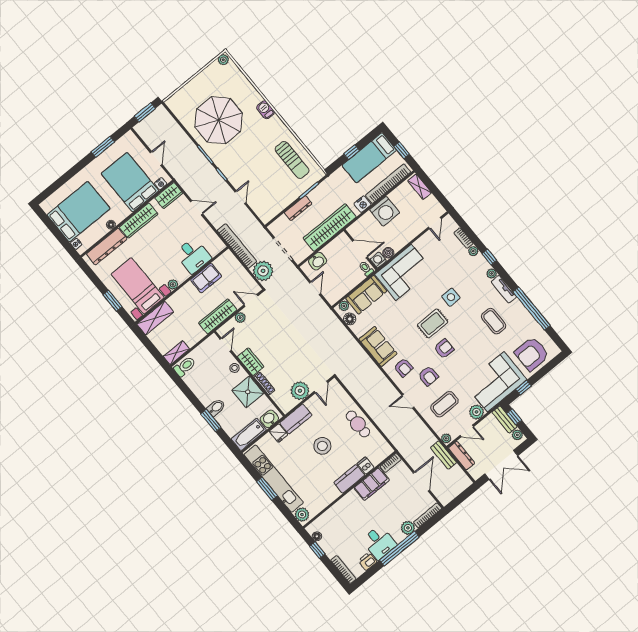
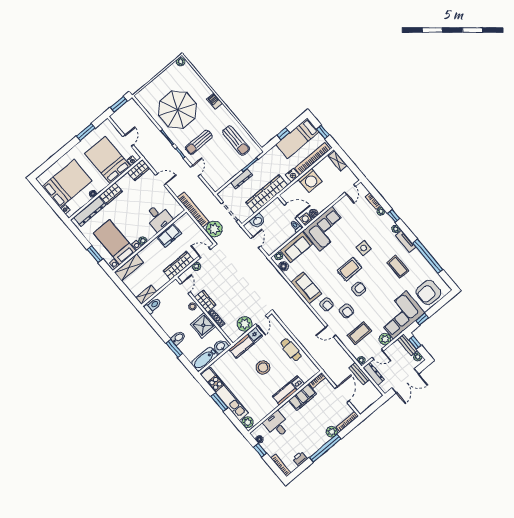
sun lounger: (245, 161) -> (199, 142), added
wardrobe: (139, 221) -> (111, 194), width x0.67
fridge: (279, 433) -> (255, 335), moved
desk: (379, 542) -> (277, 425), moved, turned 180

